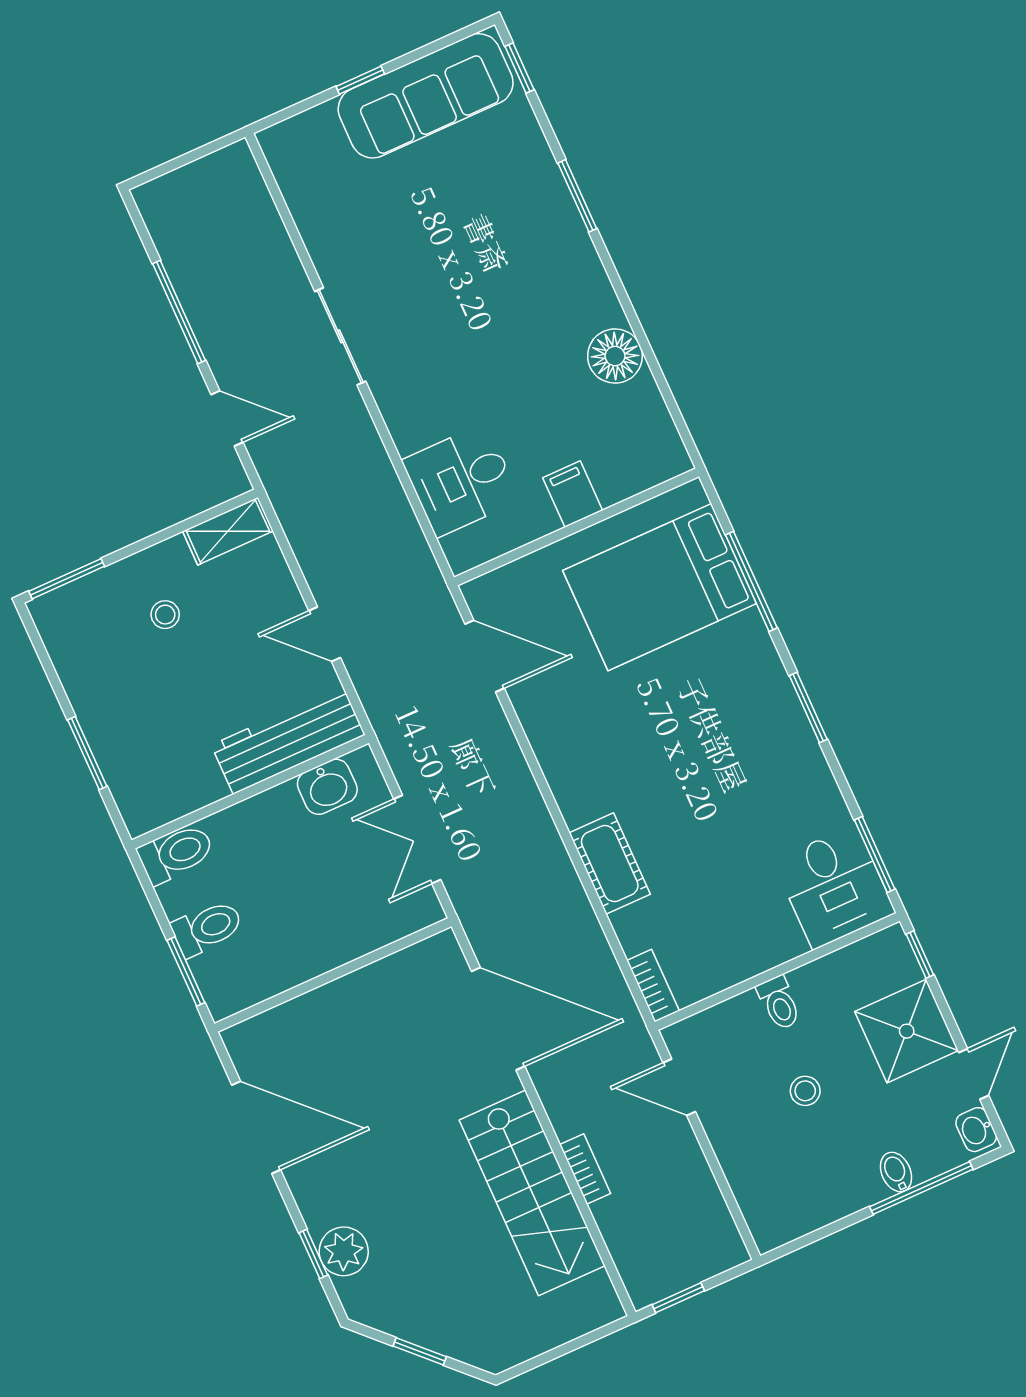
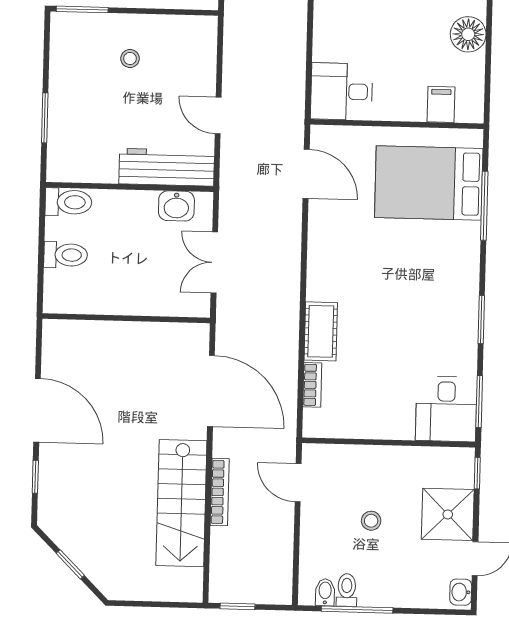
desk: (461, 480) -> (342, 91), moved
filing cabinet: (573, 494) -> (441, 104), moved
shelving: (228, 531) -> (191, 27), removed
window: (808, 708) -> (481, 320), moved
window: (186, 971) -> (41, 274), removed
bookcase: (653, 986) -> (312, 385), moved
toilet: (779, 1003) -> (347, 590), moved, turned 180
door: (256, 1127) -> (37, 410), moved
bookcase: (585, 1169) -> (220, 492), width x1.56
bidet: (896, 1172) -> (325, 592), moved
window: (921, 1188) -> (357, 610), moved
plant: (344, 1251) -> (54, 484), removed

